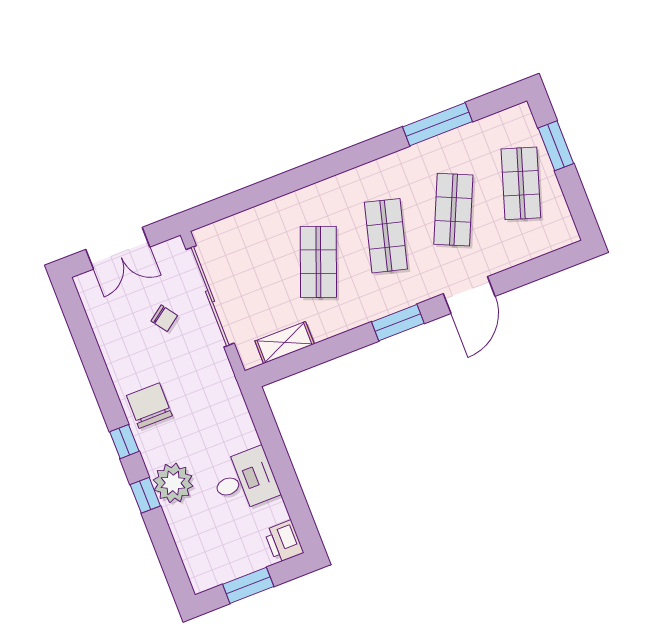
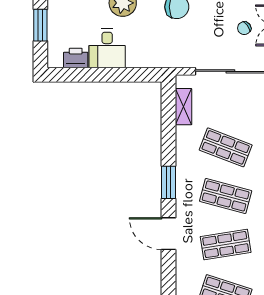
shop shelf: (453, 210) -> (226, 245), turned -33
chair: (164, 318) -> (244, 28), moved
printer: (284, 542) -> (76, 58), moved

